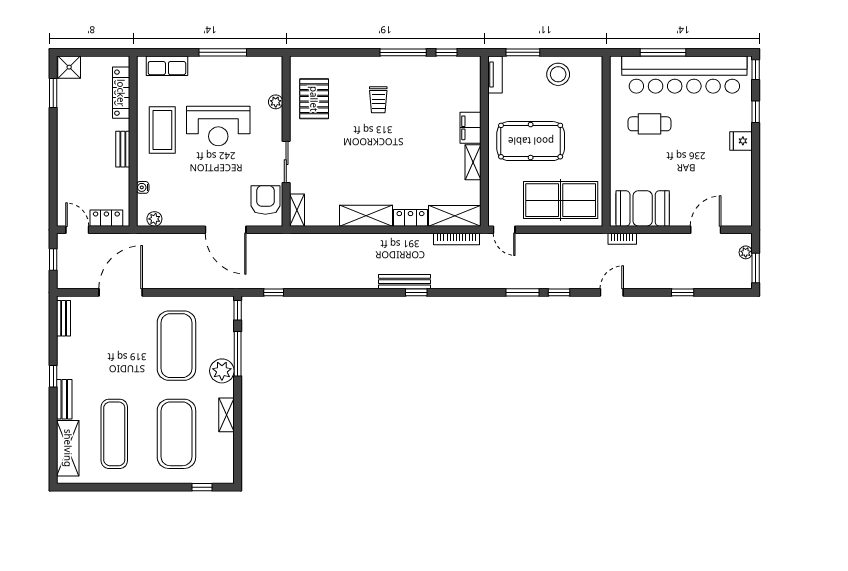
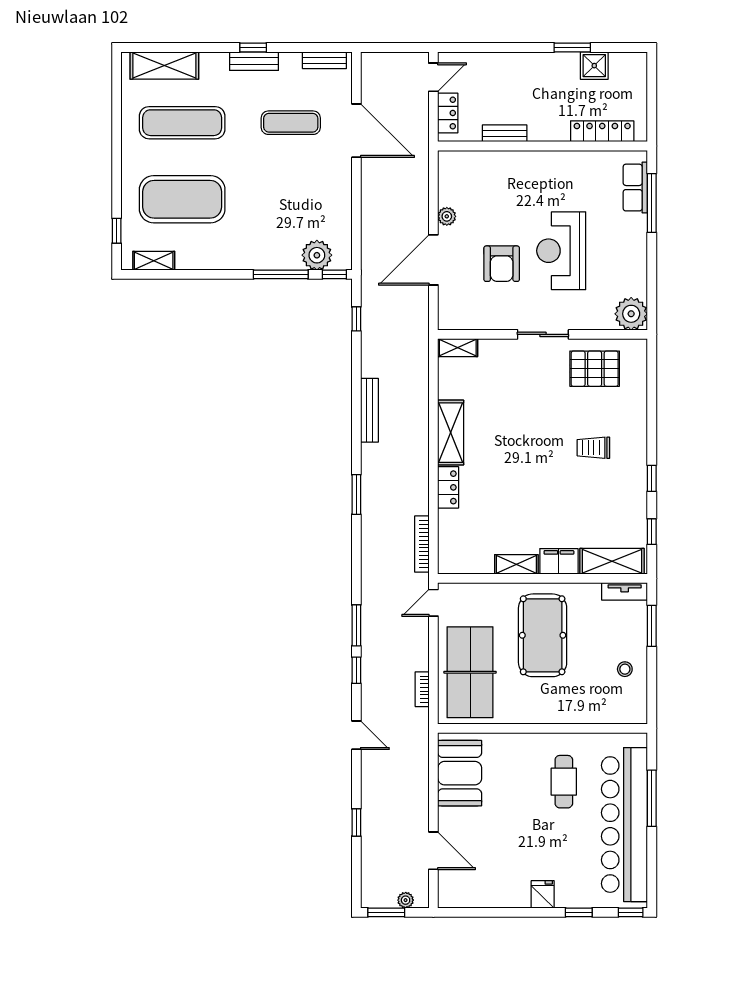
window: (223, 52) -> (652, 203), moved
window: (403, 52) -> (652, 478), width x0.46
shower: (69, 67) -> (594, 66), moved
stool: (558, 74) -> (625, 669), width x0.53, depth x0.53
window: (53, 93) -> (572, 48), moved
plant: (276, 102) -> (631, 314), moved, width x1.87, depth x1.87
coffee table: (162, 130) -> (556, 182), removed
bench: (123, 149) -> (505, 133), moved
sliding door: (286, 162) -> (543, 334), moved
water cooler: (143, 187) -> (486, 158), removed
armchair: (265, 200) -> (502, 264), moved, turned 90
shelving: (455, 216) -> (612, 561), moved, turned 90
plant: (154, 219) -> (447, 216), moved
bookcase: (622, 239) -> (422, 689), moved
window: (53, 260) -> (397, 48), removed
bench: (405, 282) -> (370, 410), moved
window: (416, 292) -> (356, 495), width x1.50
exercise mat: (176, 346) -> (291, 123), moved, width x0.50, depth x0.69
plant: (222, 371) -> (317, 255), moved
bench: (64, 399) -> (254, 61), moved
shelving: (226, 415) -> (154, 261), moved

